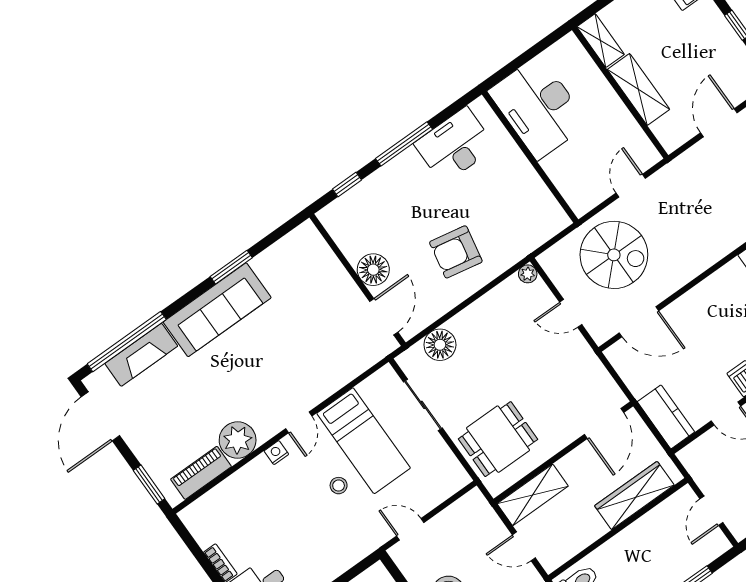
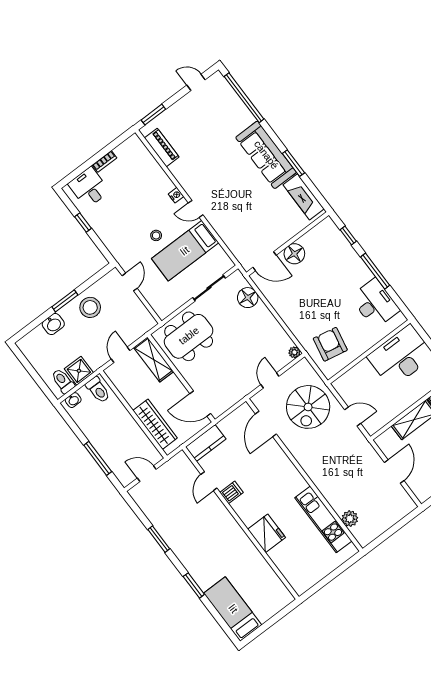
door: (719, 123) -> (394, 472), hinge flipped
armchair: (456, 252) -> (330, 344), moved
fireplace: (141, 355) -> (304, 197), moved
door: (100, 416) -> (196, 82), width x0.53
dining table: (498, 439) -> (189, 336), width x1.38
plant: (238, 440) -> (183, 170), removed

